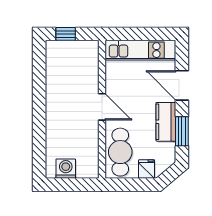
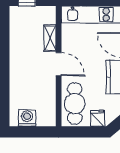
shelving: (92, 77) -> (50, 38), added

